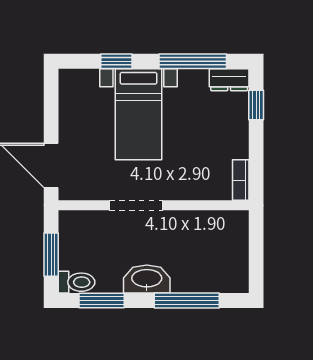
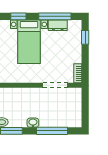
dresser: (229, 80) -> (58, 25), moved
doorway: (136, 205) -> (55, 85), moved
washbasin: (147, 279) -> (33, 123), width x0.52, depth x0.69

